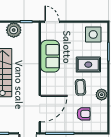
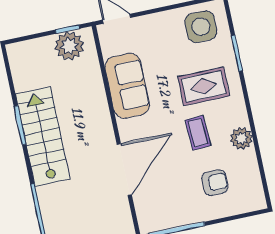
plant: (14, 30) -> (69, 46), moved
door: (40, 109) -> (124, 170), moved

